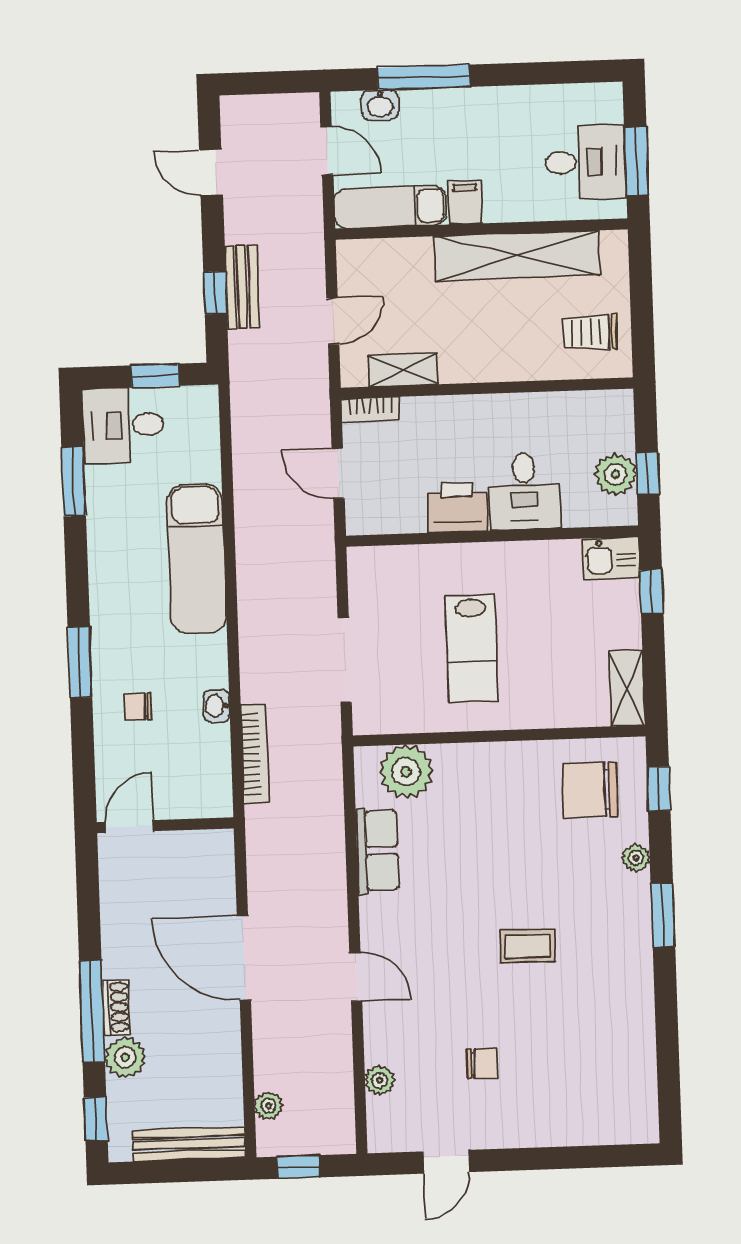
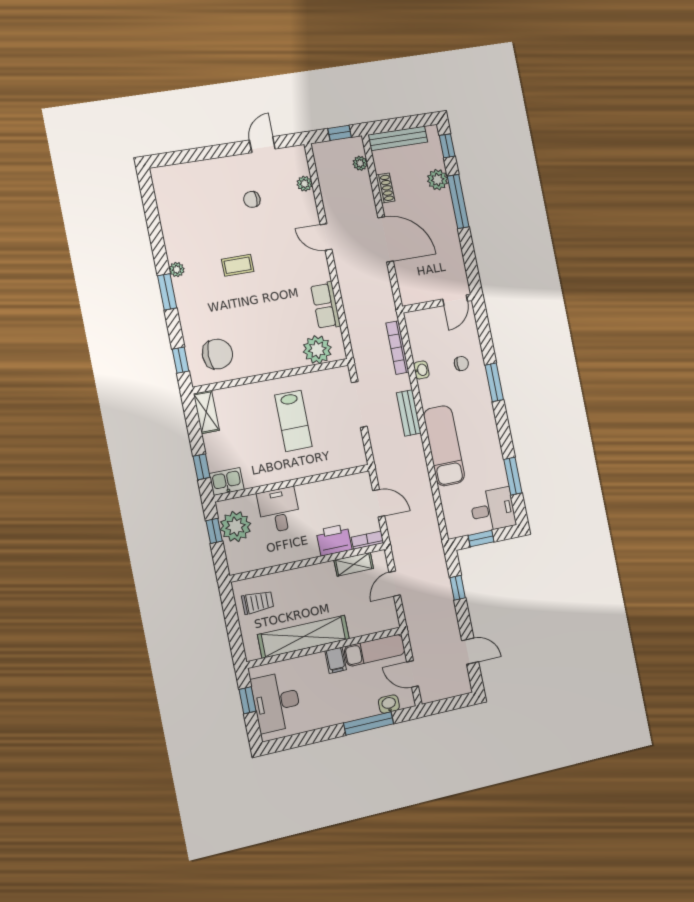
window: (637, 161) -> (248, 700), width x0.67
desk: (586, 162) -> (277, 702), width x1.37
bench: (242, 287) -> (409, 413), moved
plant: (615, 474) -> (236, 527), width x1.36, depth x1.36
printer: (457, 507) -> (334, 540), moved, turned 180
lab bench: (472, 648) -> (293, 421), turned 180
plant: (636, 858) -> (177, 270), moved
shoe rack: (116, 1007) -> (385, 188), moved, turned 180

